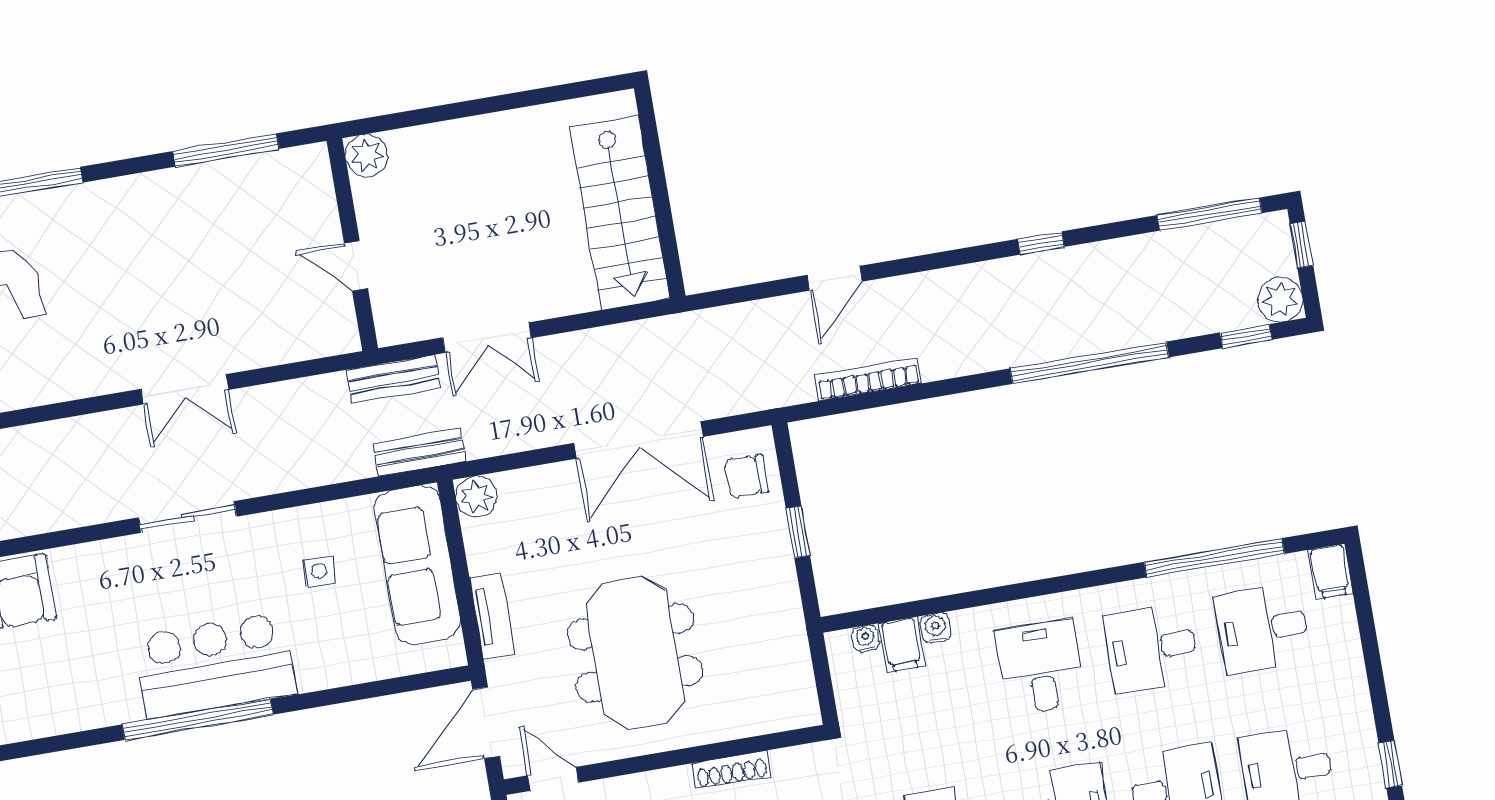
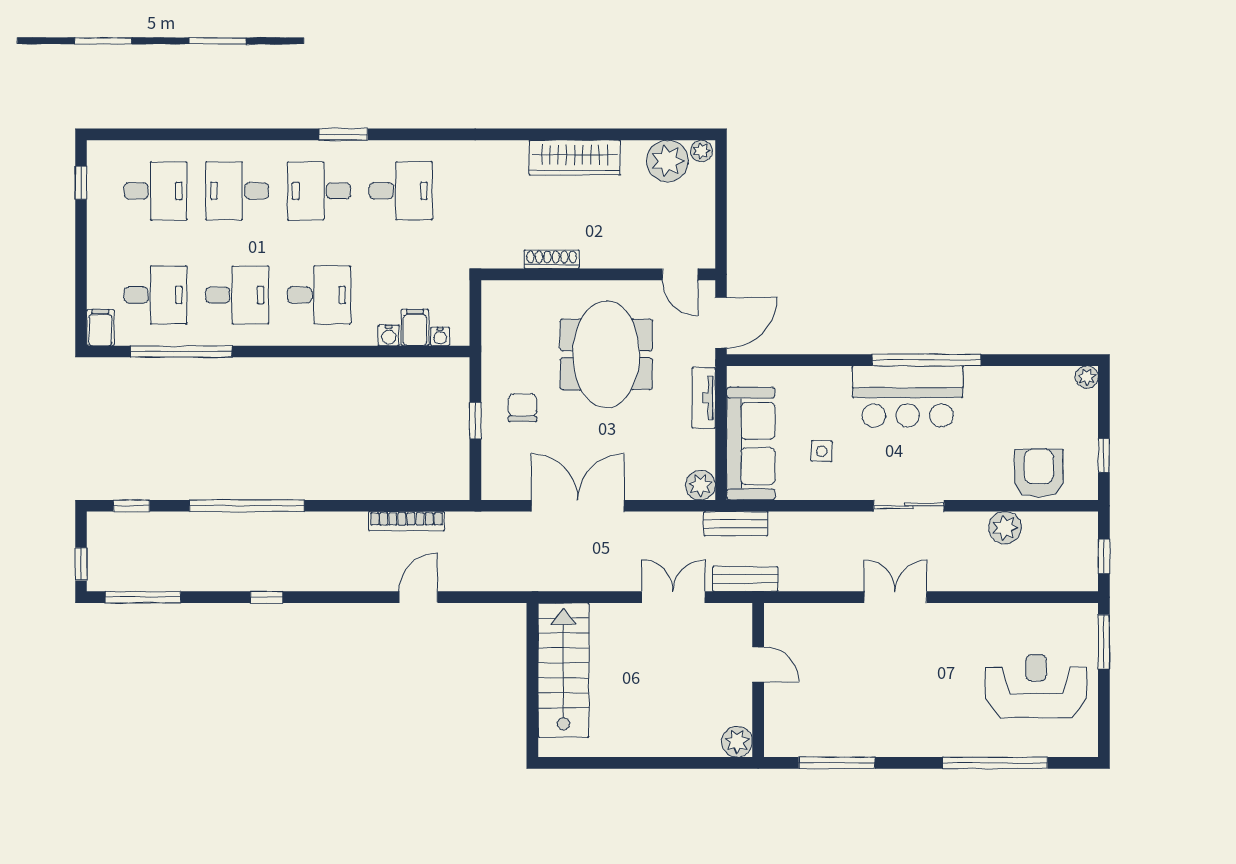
plant: (1280, 300) -> (1005, 528), moved
chair: (746, 476) -> (522, 408), moved, turned -90
desk: (1040, 667) -> (319, 295), turned -90

